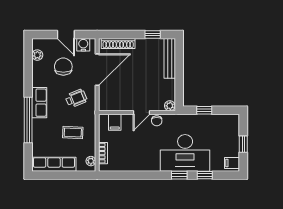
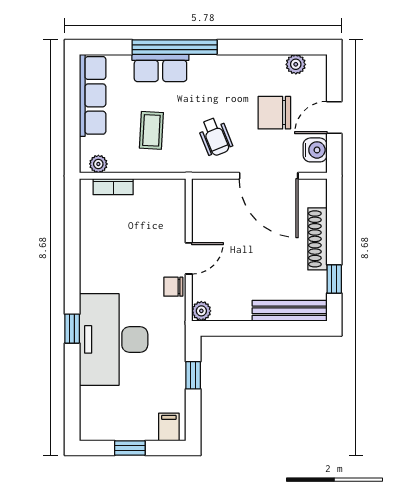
shoe rack: (118, 43) -> (317, 239), moved
chair: (63, 67) -> (274, 113), turned 180
row of seats: (39, 103) -> (160, 68), moved
door: (141, 112) -> (189, 258), swing flipped
filing cabinet: (115, 122) -> (171, 208), removed
filing cabinet: (232, 163) -> (169, 427), moved
window: (205, 175) -> (72, 376), removed

